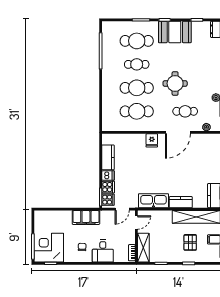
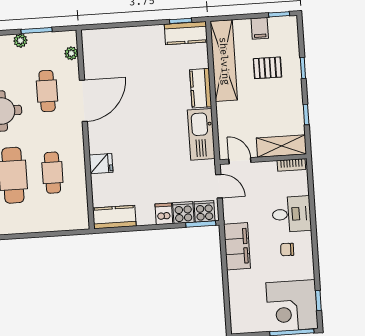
cafe table: (137, 111) -> (52, 173), width x0.73, depth x0.74
door: (178, 132) -> (83, 101), hinge flipped
fridge: (152, 140) -> (101, 164), moved
kitchen counter: (108, 157) -> (114, 217), moved

